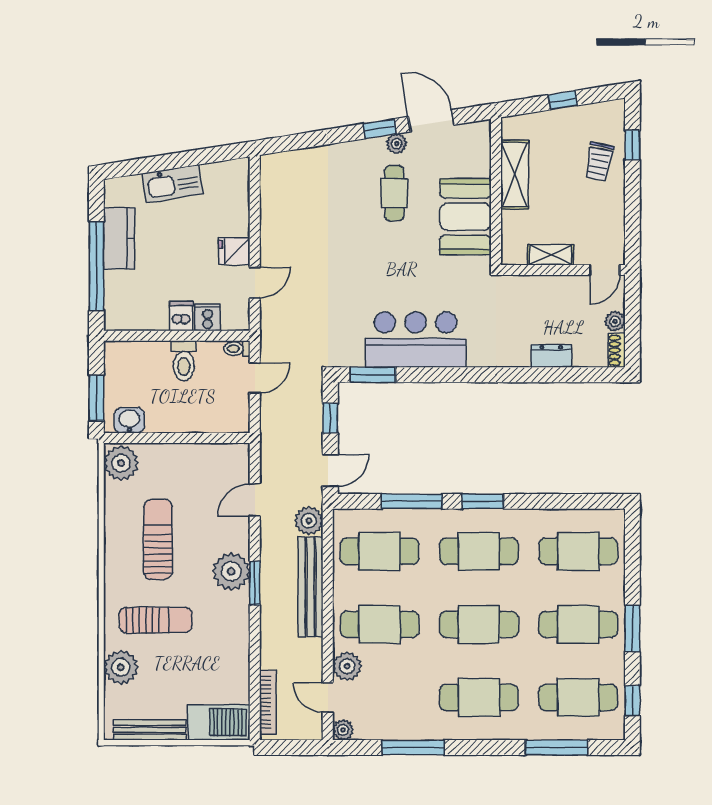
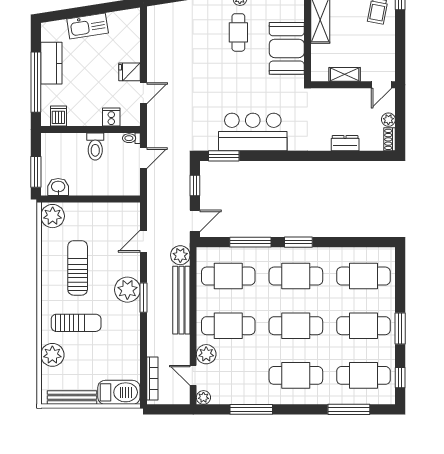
dishwasher: (181, 316) -> (58, 116), moved

